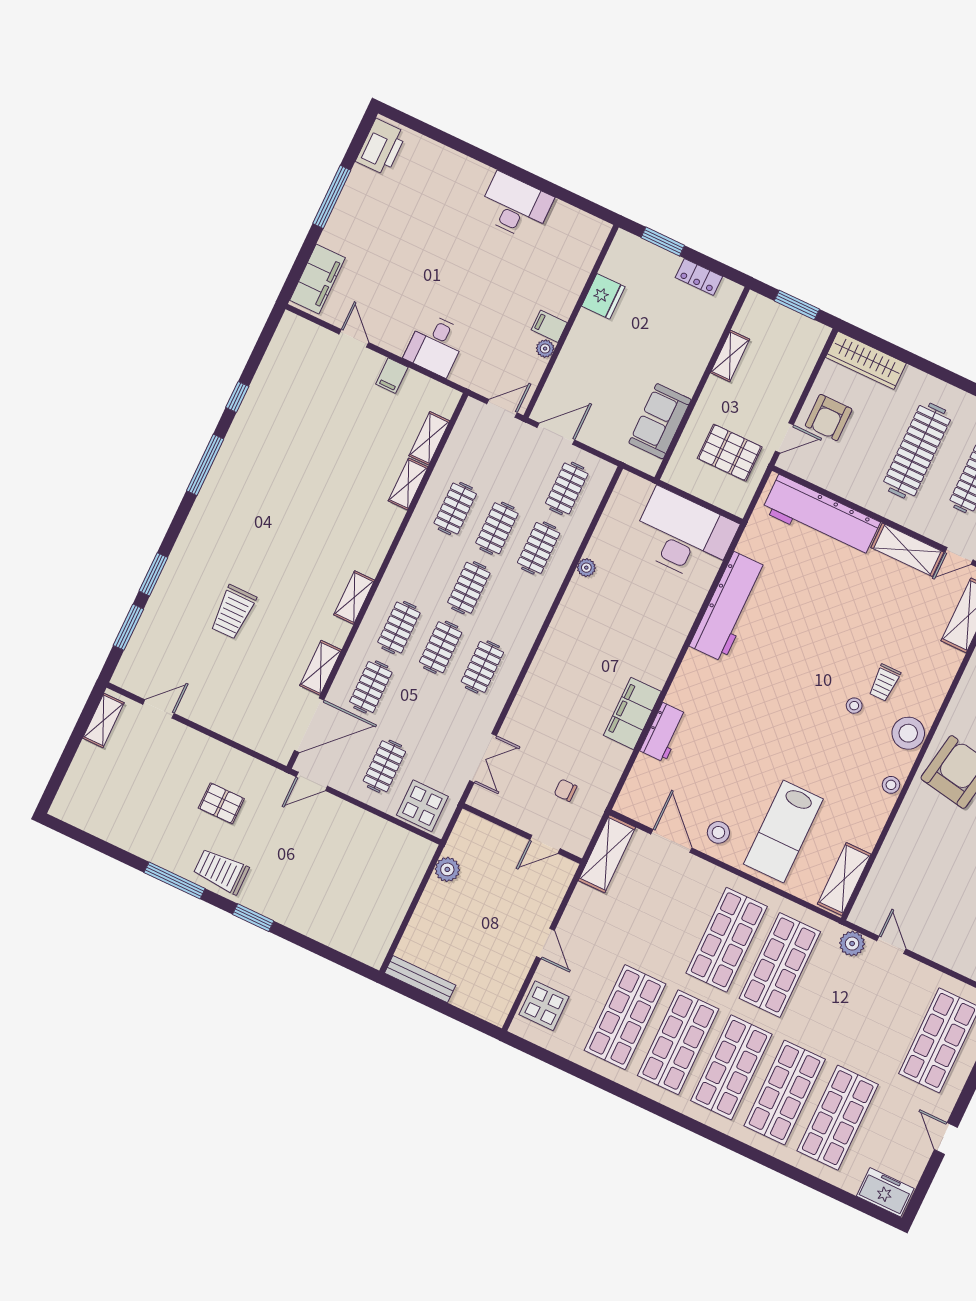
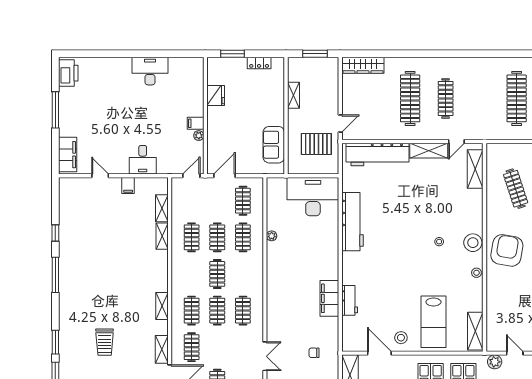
armchair: (829, 417) -> (358, 103), removed
trolley: (885, 683) -> (449, 223), removed

